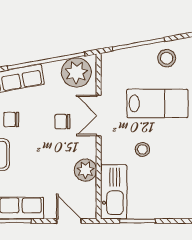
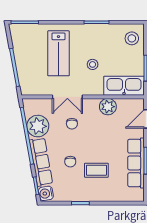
stool: (167, 58) -> (132, 38), moved
plant: (76, 72) -> (38, 126), moved
lab bench: (157, 103) -> (58, 53), turned 180

